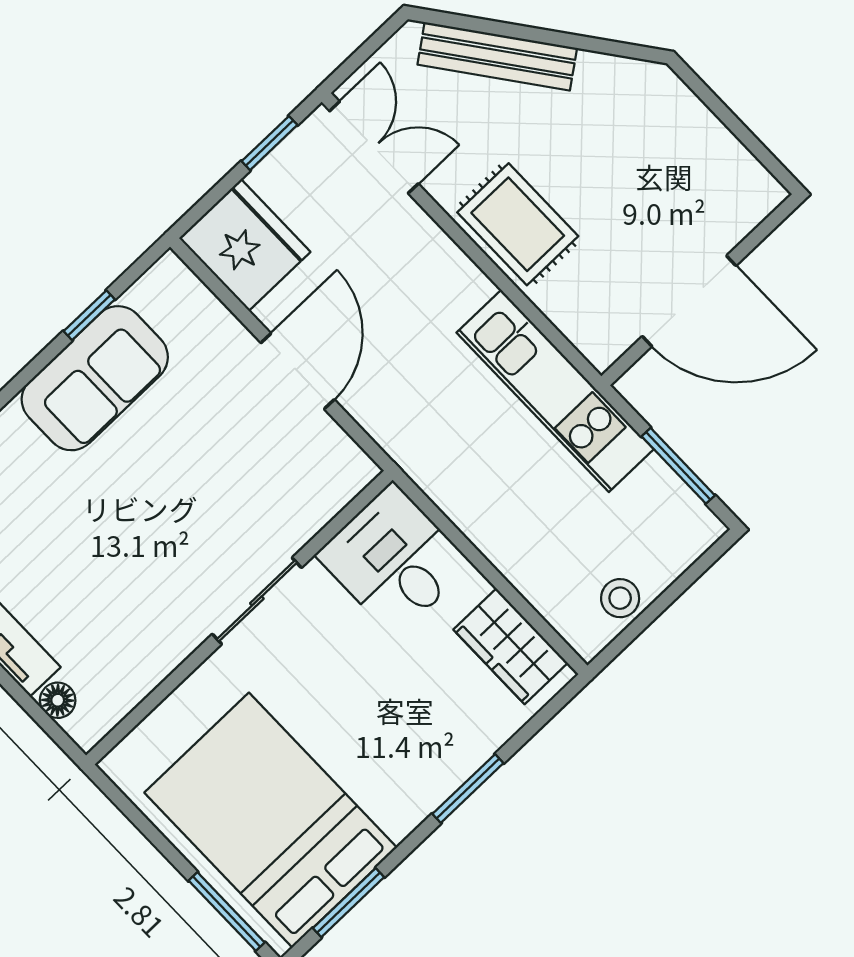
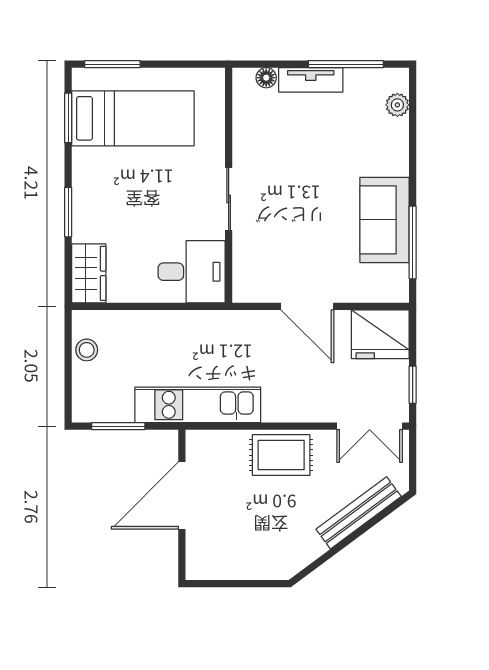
window: (89, 315) -> (413, 242), width x2.17
wardrobe: (511, 646) -> (89, 273), moved, turned 90
bed: (271, 820) -> (133, 118), width x0.67

